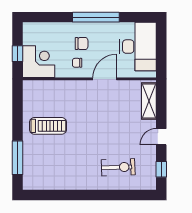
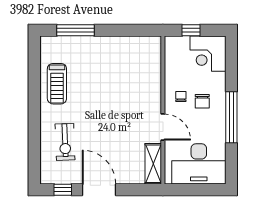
corner desk: (39, 62) -> (208, 54), moved, turned 90
shelving: (149, 101) -> (153, 164), moved, turned 90
treadmill: (48, 126) -> (57, 84), moved
door: (161, 137) -> (99, 190), width x1.88

